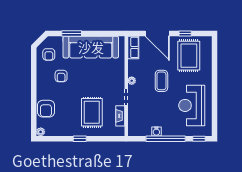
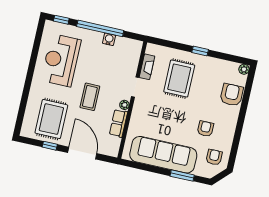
row of seats: (133, 47) -> (118, 123), moved
reception desk: (192, 105) -> (61, 60), turned 180

